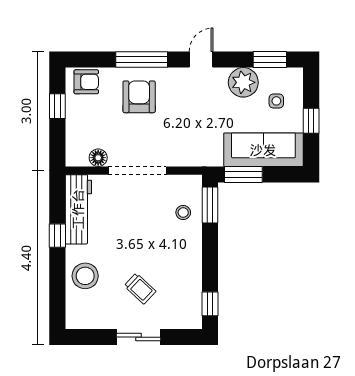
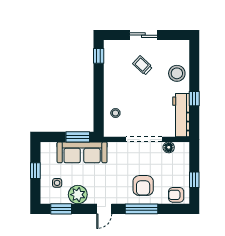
sofa: (263, 150) -> (82, 152), moved
window: (210, 205) -> (99, 118), removed

